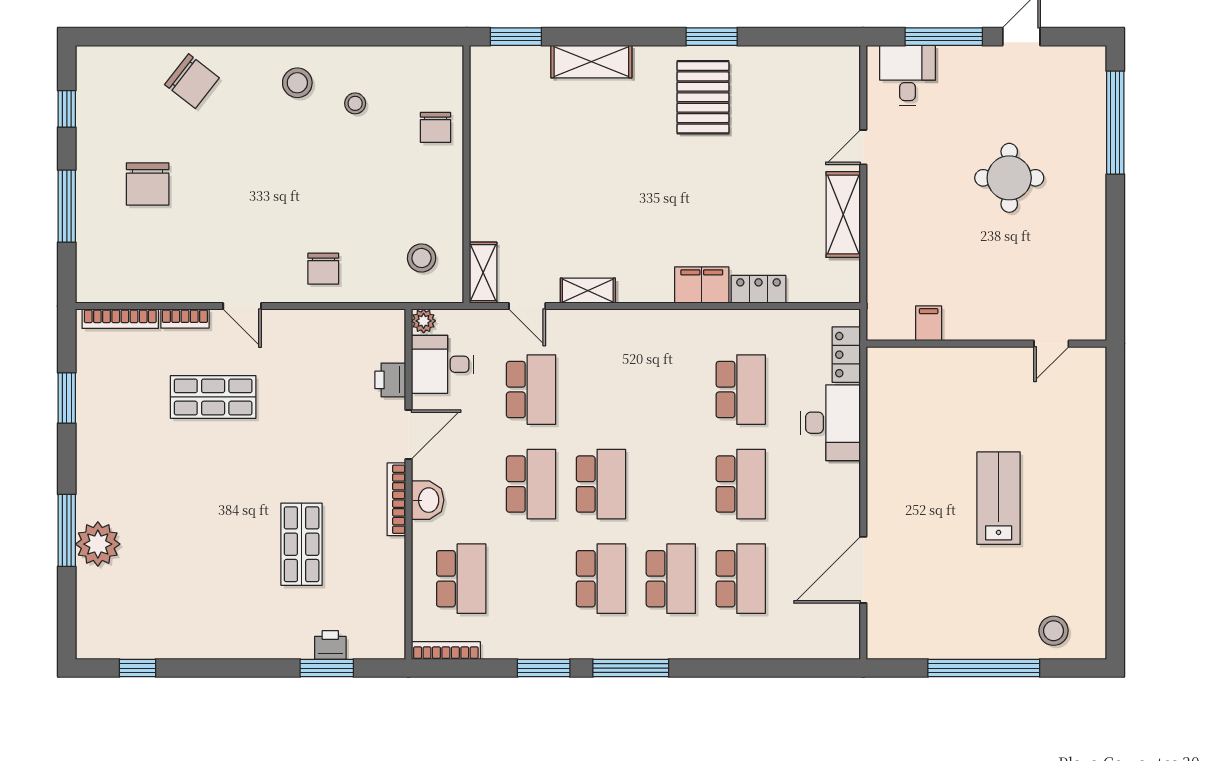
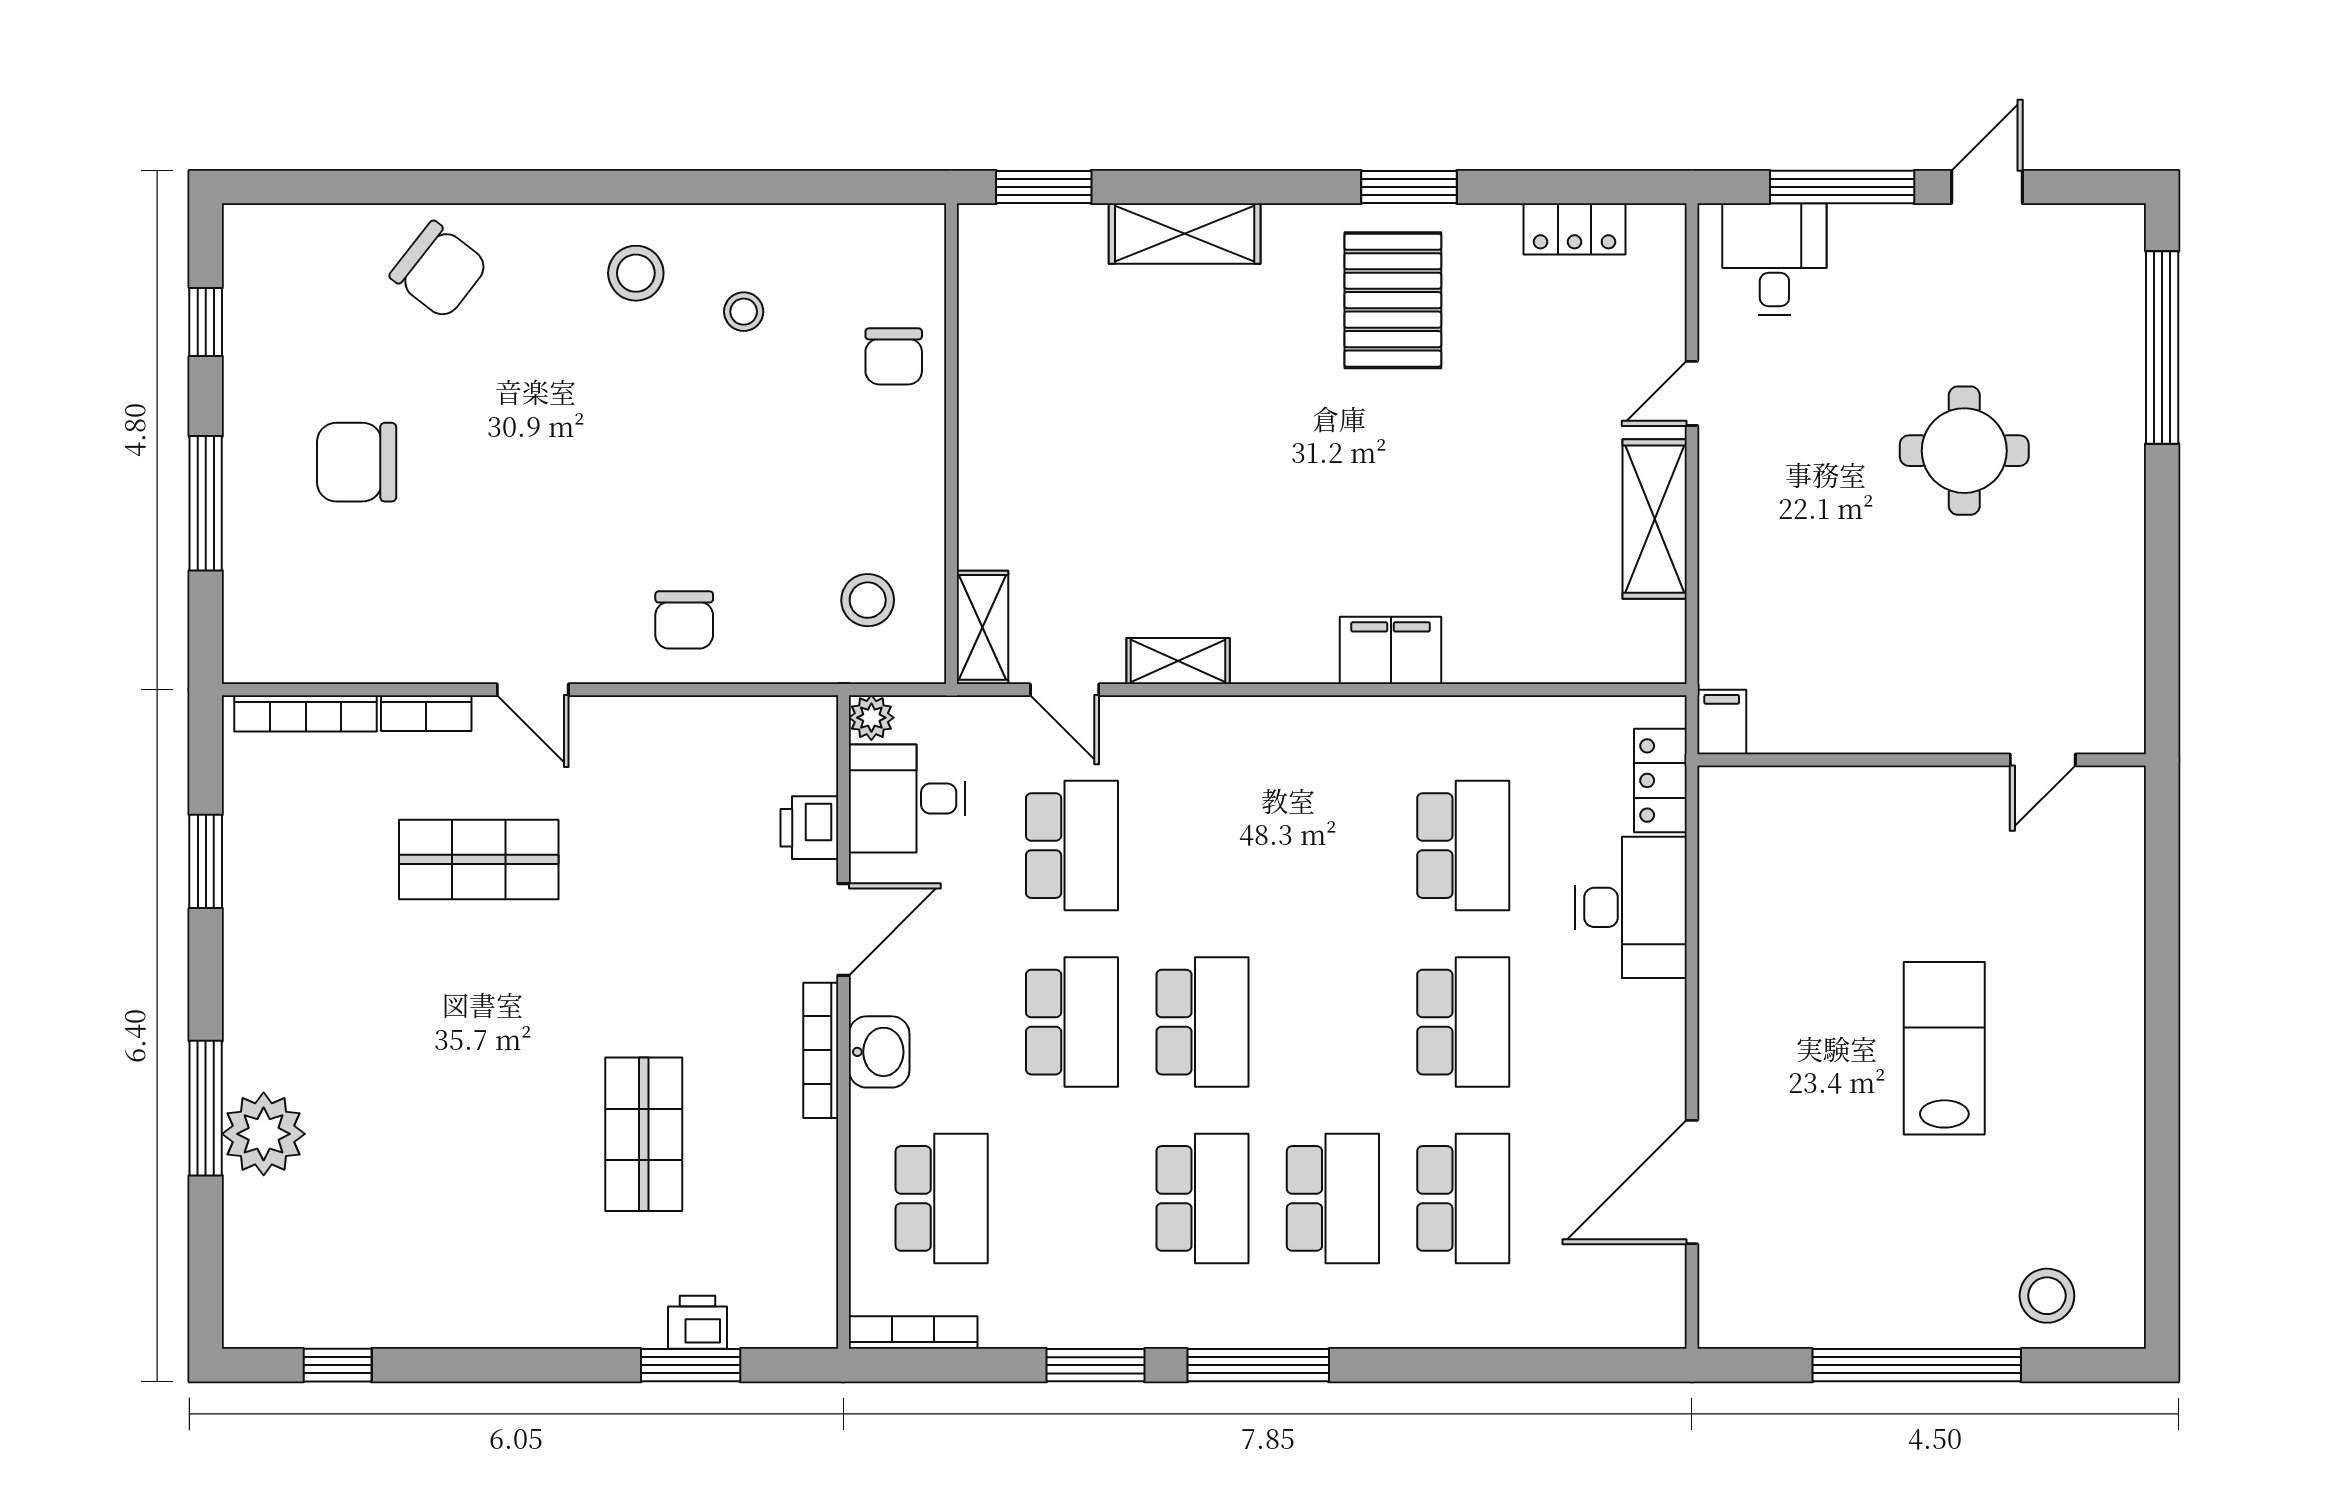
chair: (148, 184) -> (357, 462), turned 90
locker: (758, 289) -> (1574, 229), moved, turned 180
filing cabinet: (929, 323) -> (1722, 722), moved

